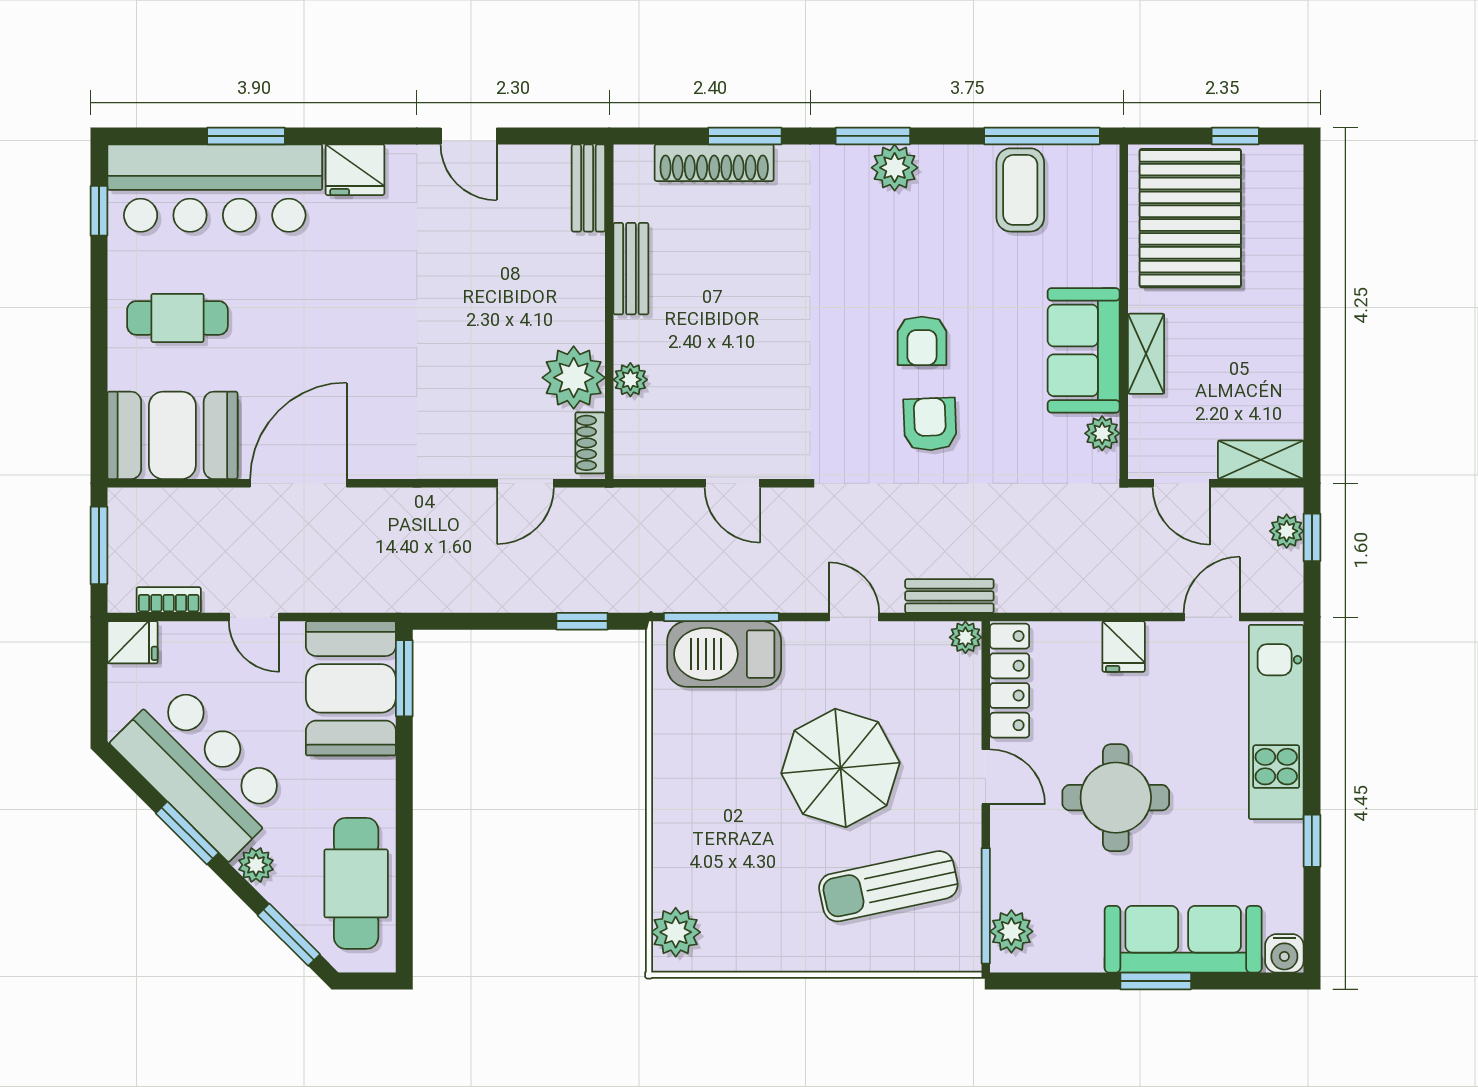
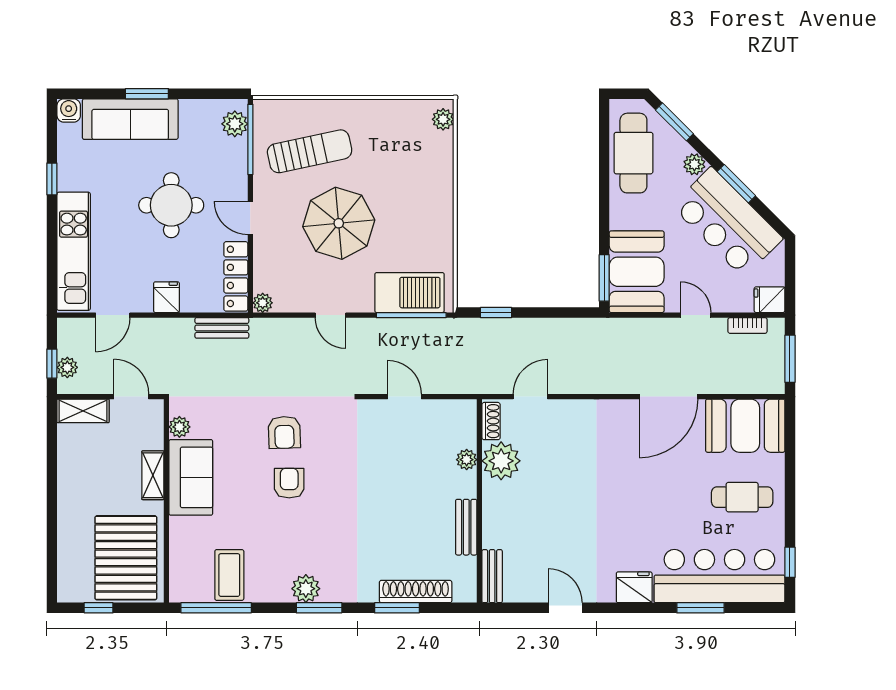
bench: (949, 596) -> (222, 328), moved
plant: (676, 932) -> (443, 119), width x0.73, depth x0.73

